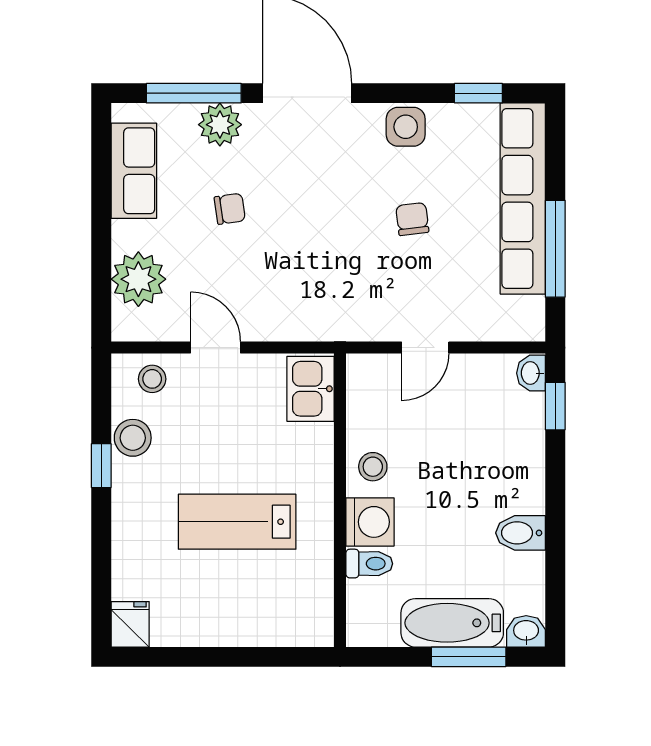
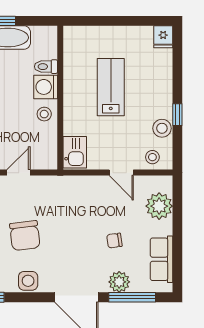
chair: (412, 219) -> (25, 236), width x1.87, depth x1.87
lab bench: (237, 522) -> (111, 87), turned -90

